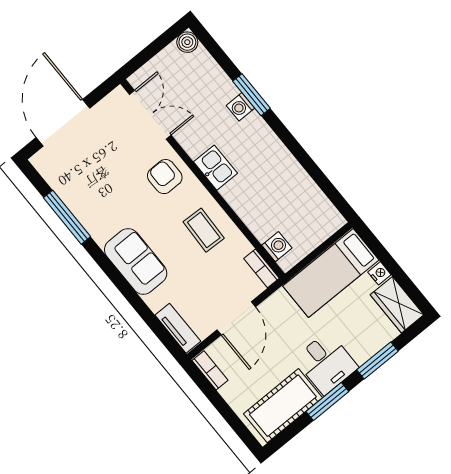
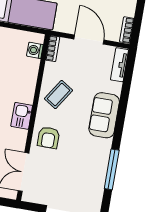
coffee table: (204, 230) -> (59, 95), turned 31
door: (236, 318) -> (89, 40), hinge flipped

